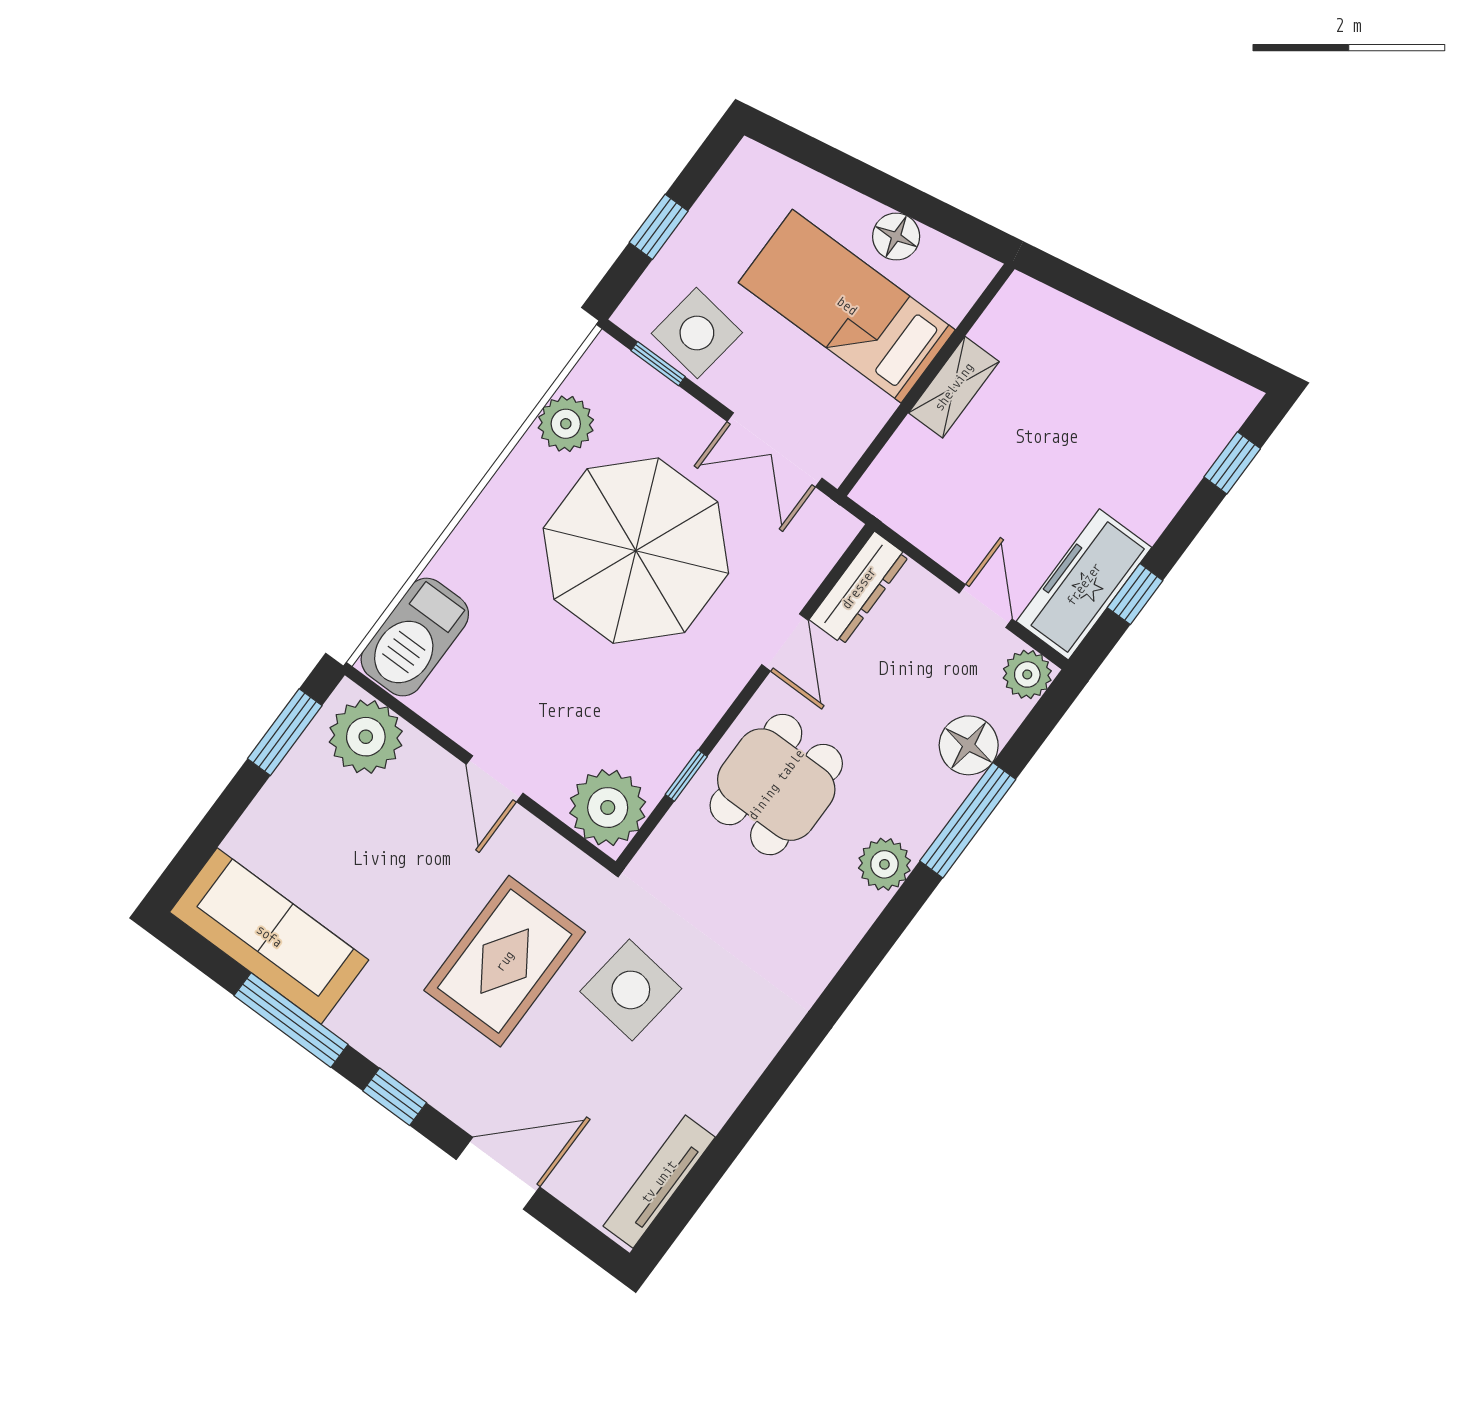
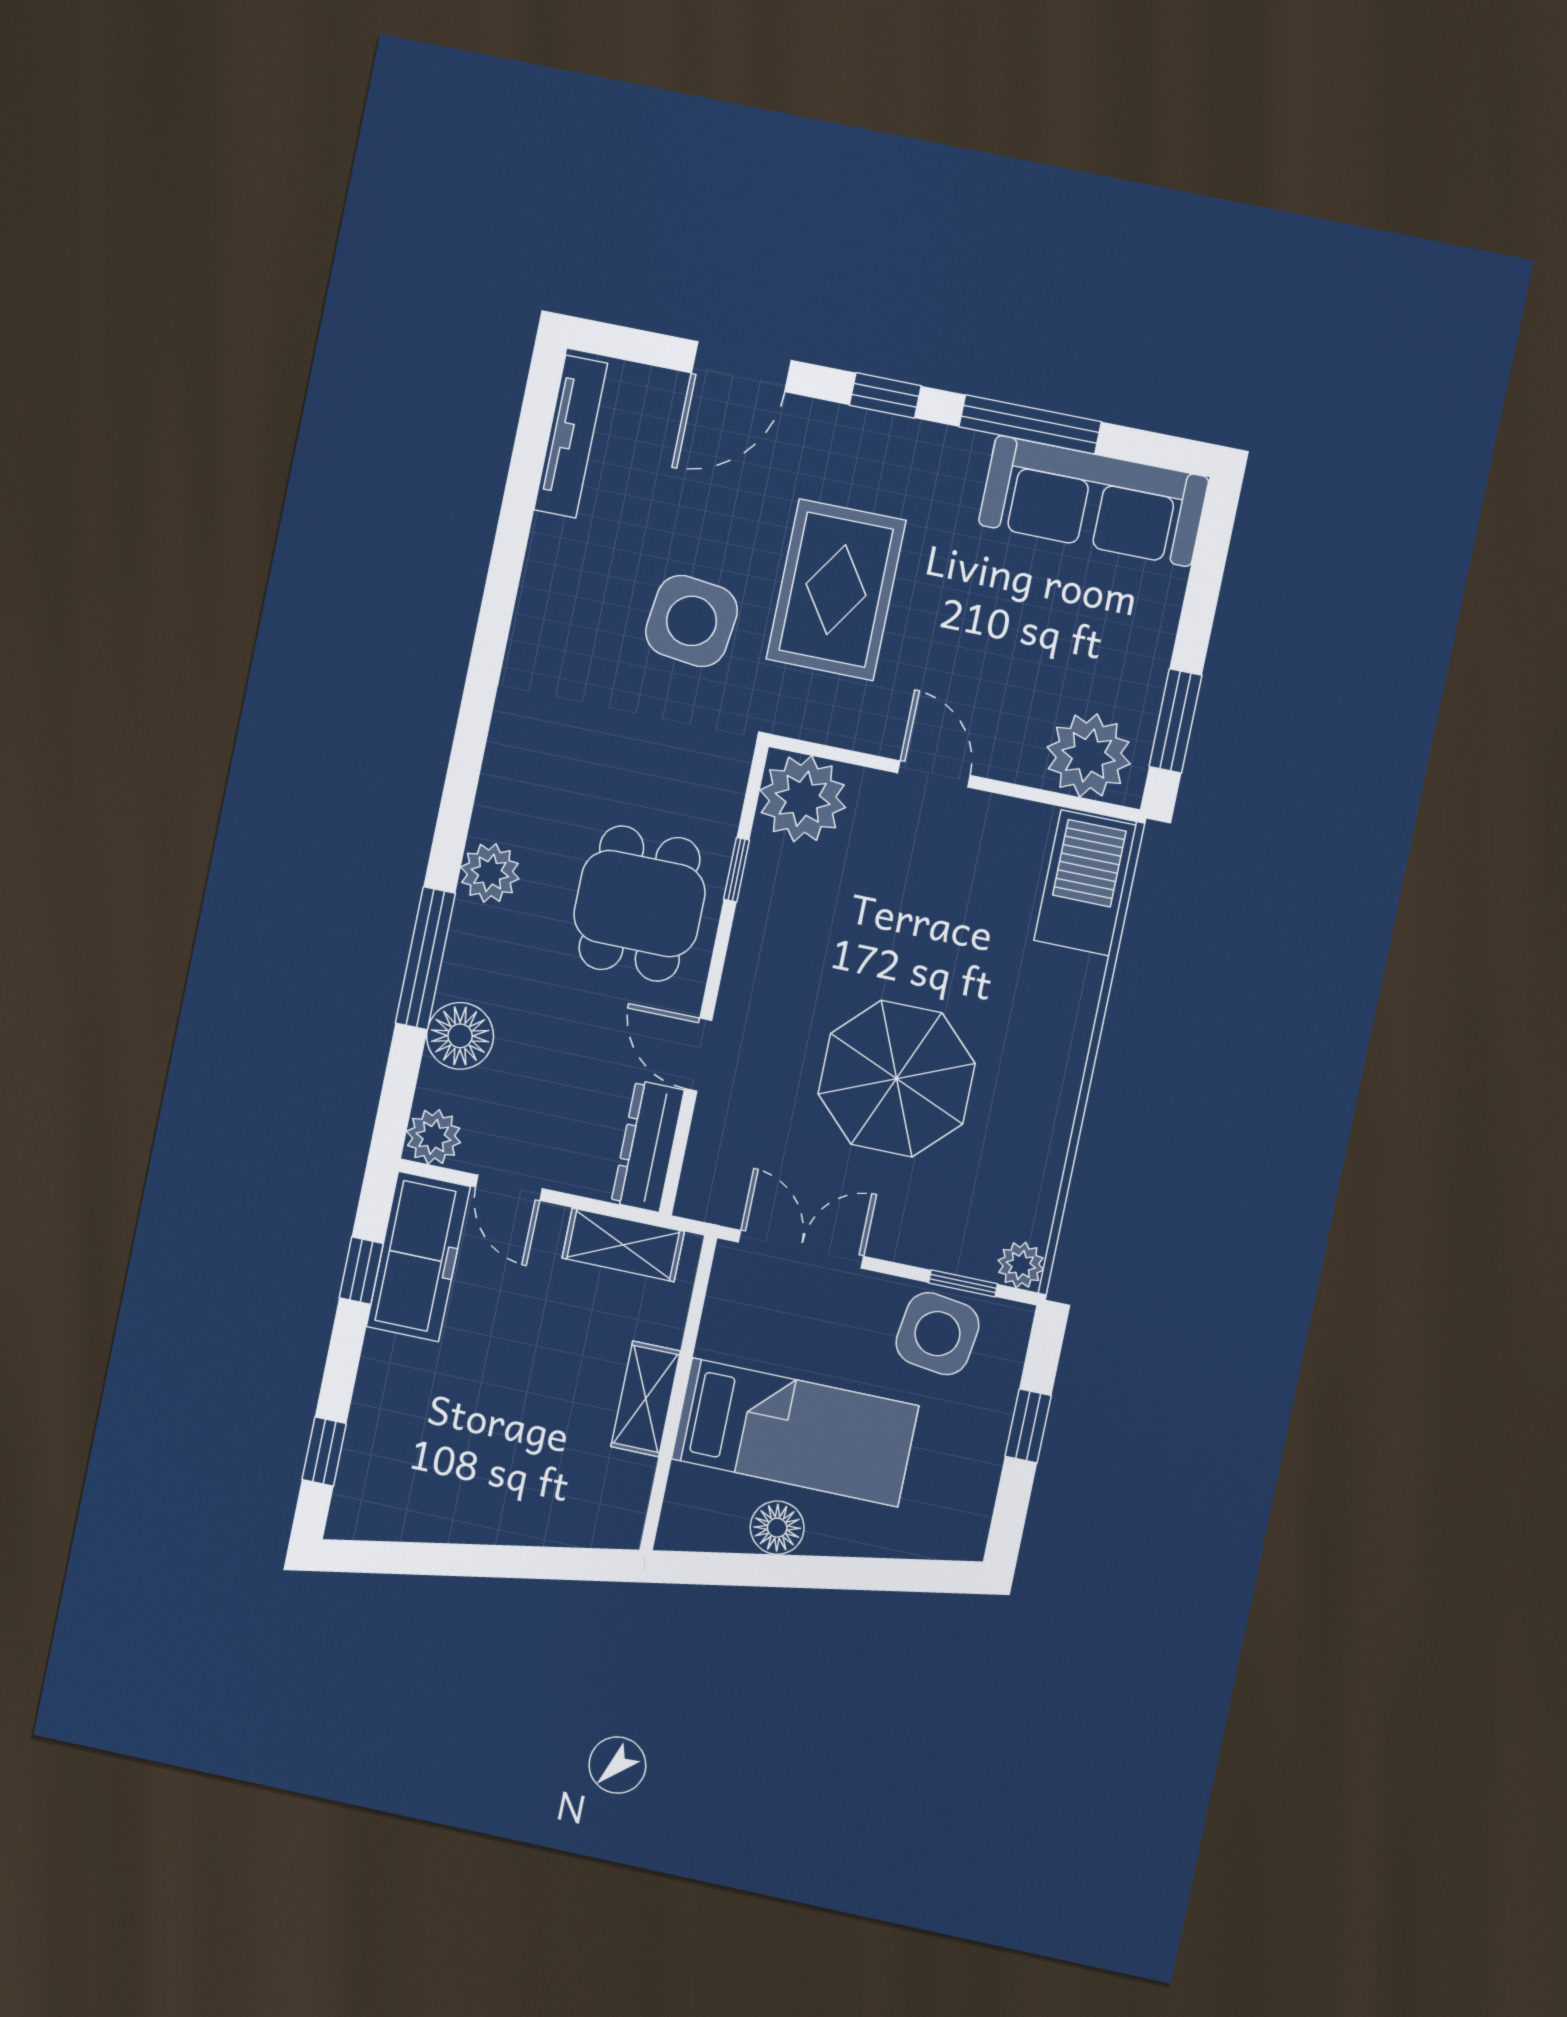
plant: (566, 424) -> (1021, 1265), moved, width x0.73, depth x0.73
shelving: (915, 518) -> (623, 1245), added
parasol: (636, 551) -> (897, 1079), width x0.73, depth x0.73

